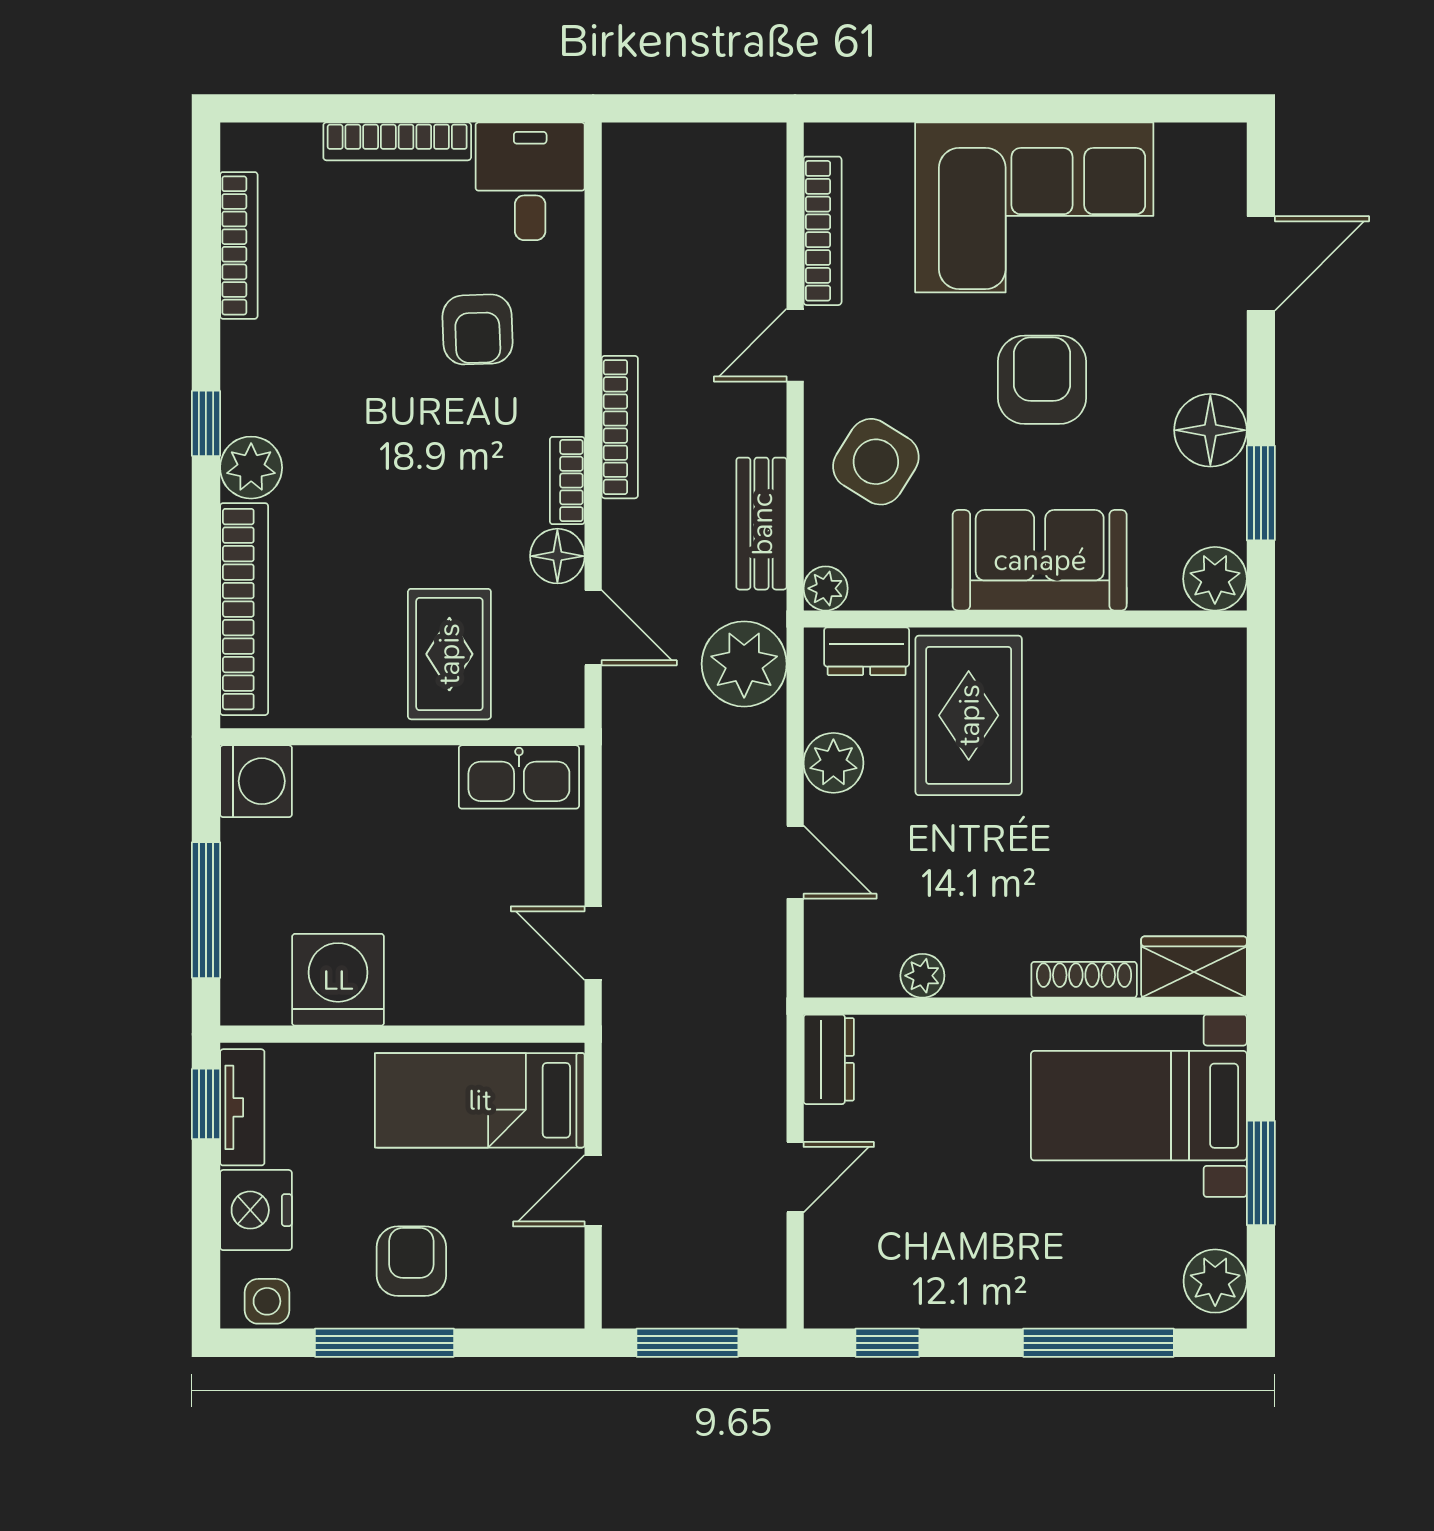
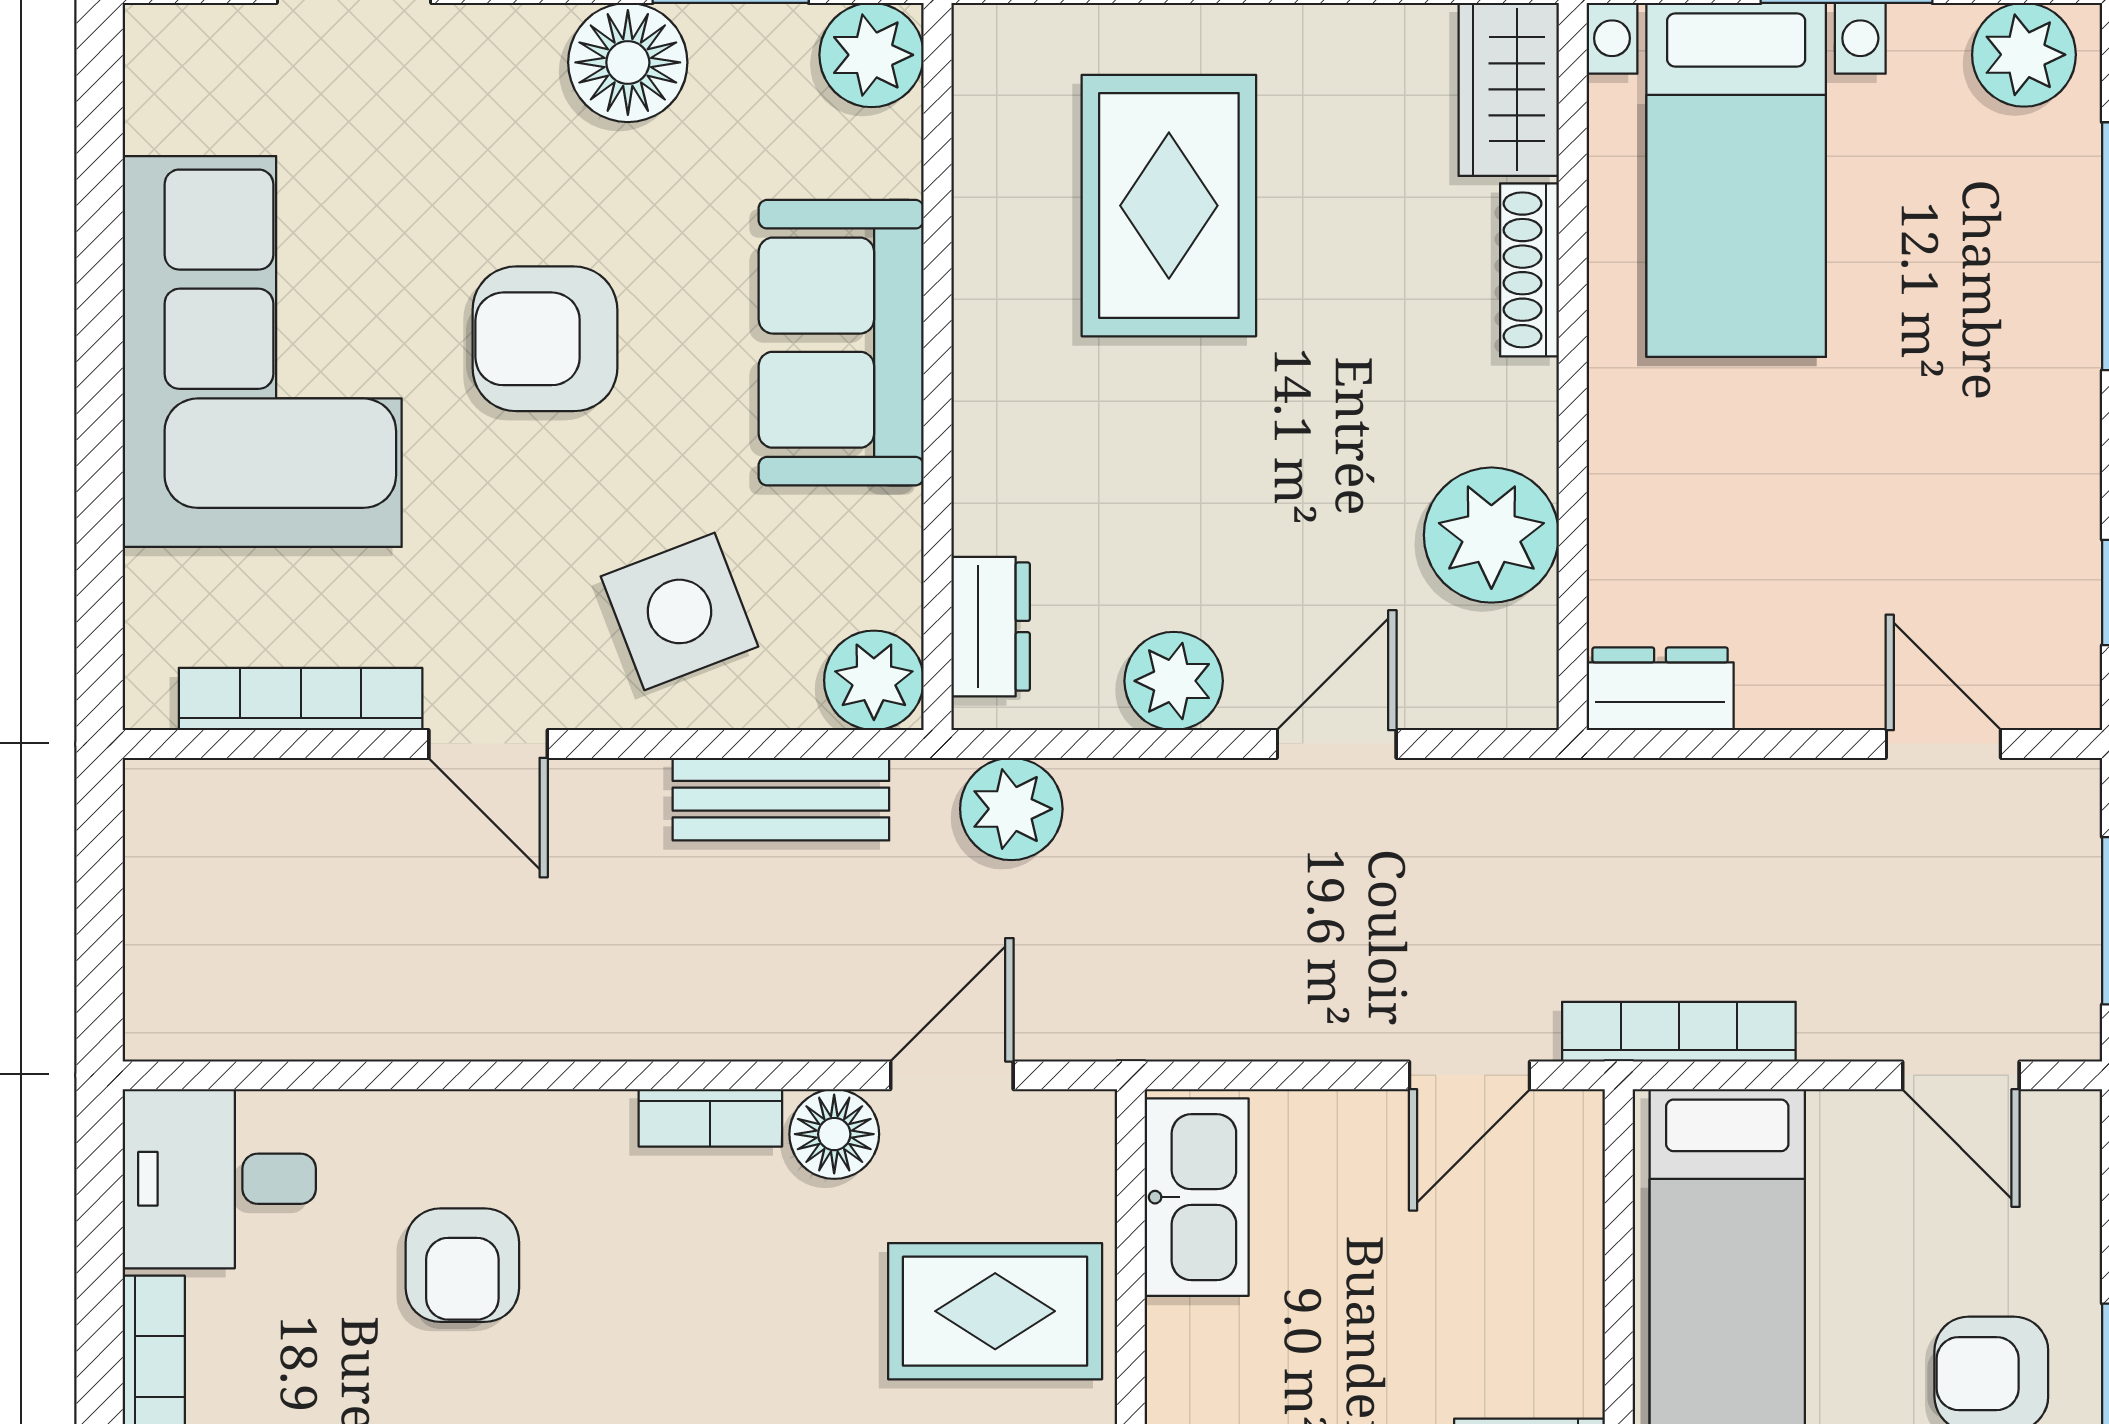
armchair: (477, 329) -> (462, 1265), turned 92
bookcase: (620, 427) -> (1679, 1032), moved
side table: (876, 462) -> (679, 611), turned 37
plant: (826, 588) -> (874, 680), width x1.38, depth x1.38
plant: (744, 664) -> (1011, 809), width x0.73, depth x0.73
rug: (969, 715) -> (1169, 206), moved, turned 90
plant: (922, 976) -> (1491, 535), width x1.88, depth x1.88
door: (795, 1177) -> (1943, 744), moved
door: (593, 1191) -> (1961, 1075), moved

